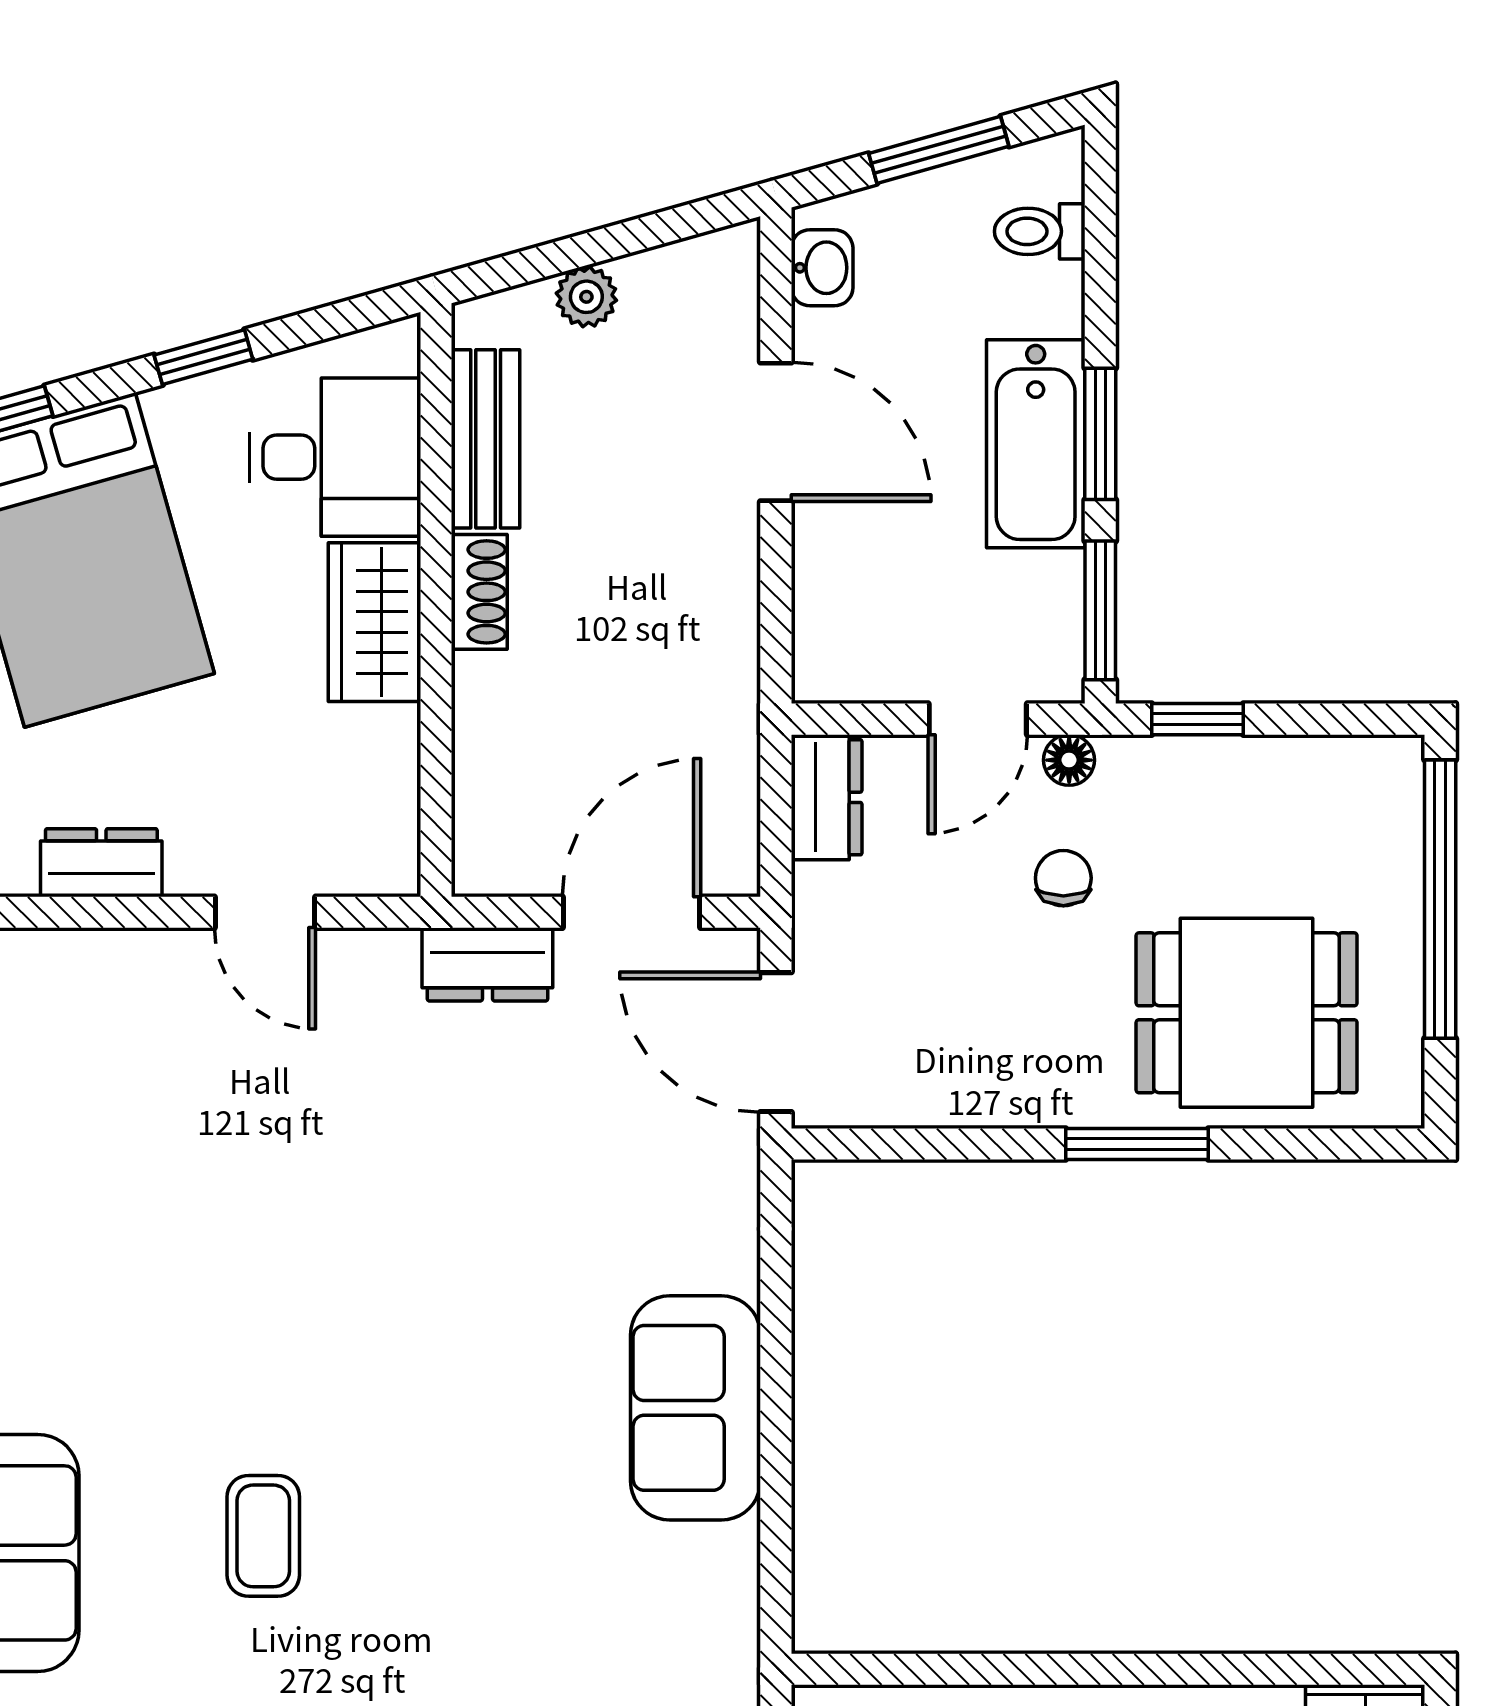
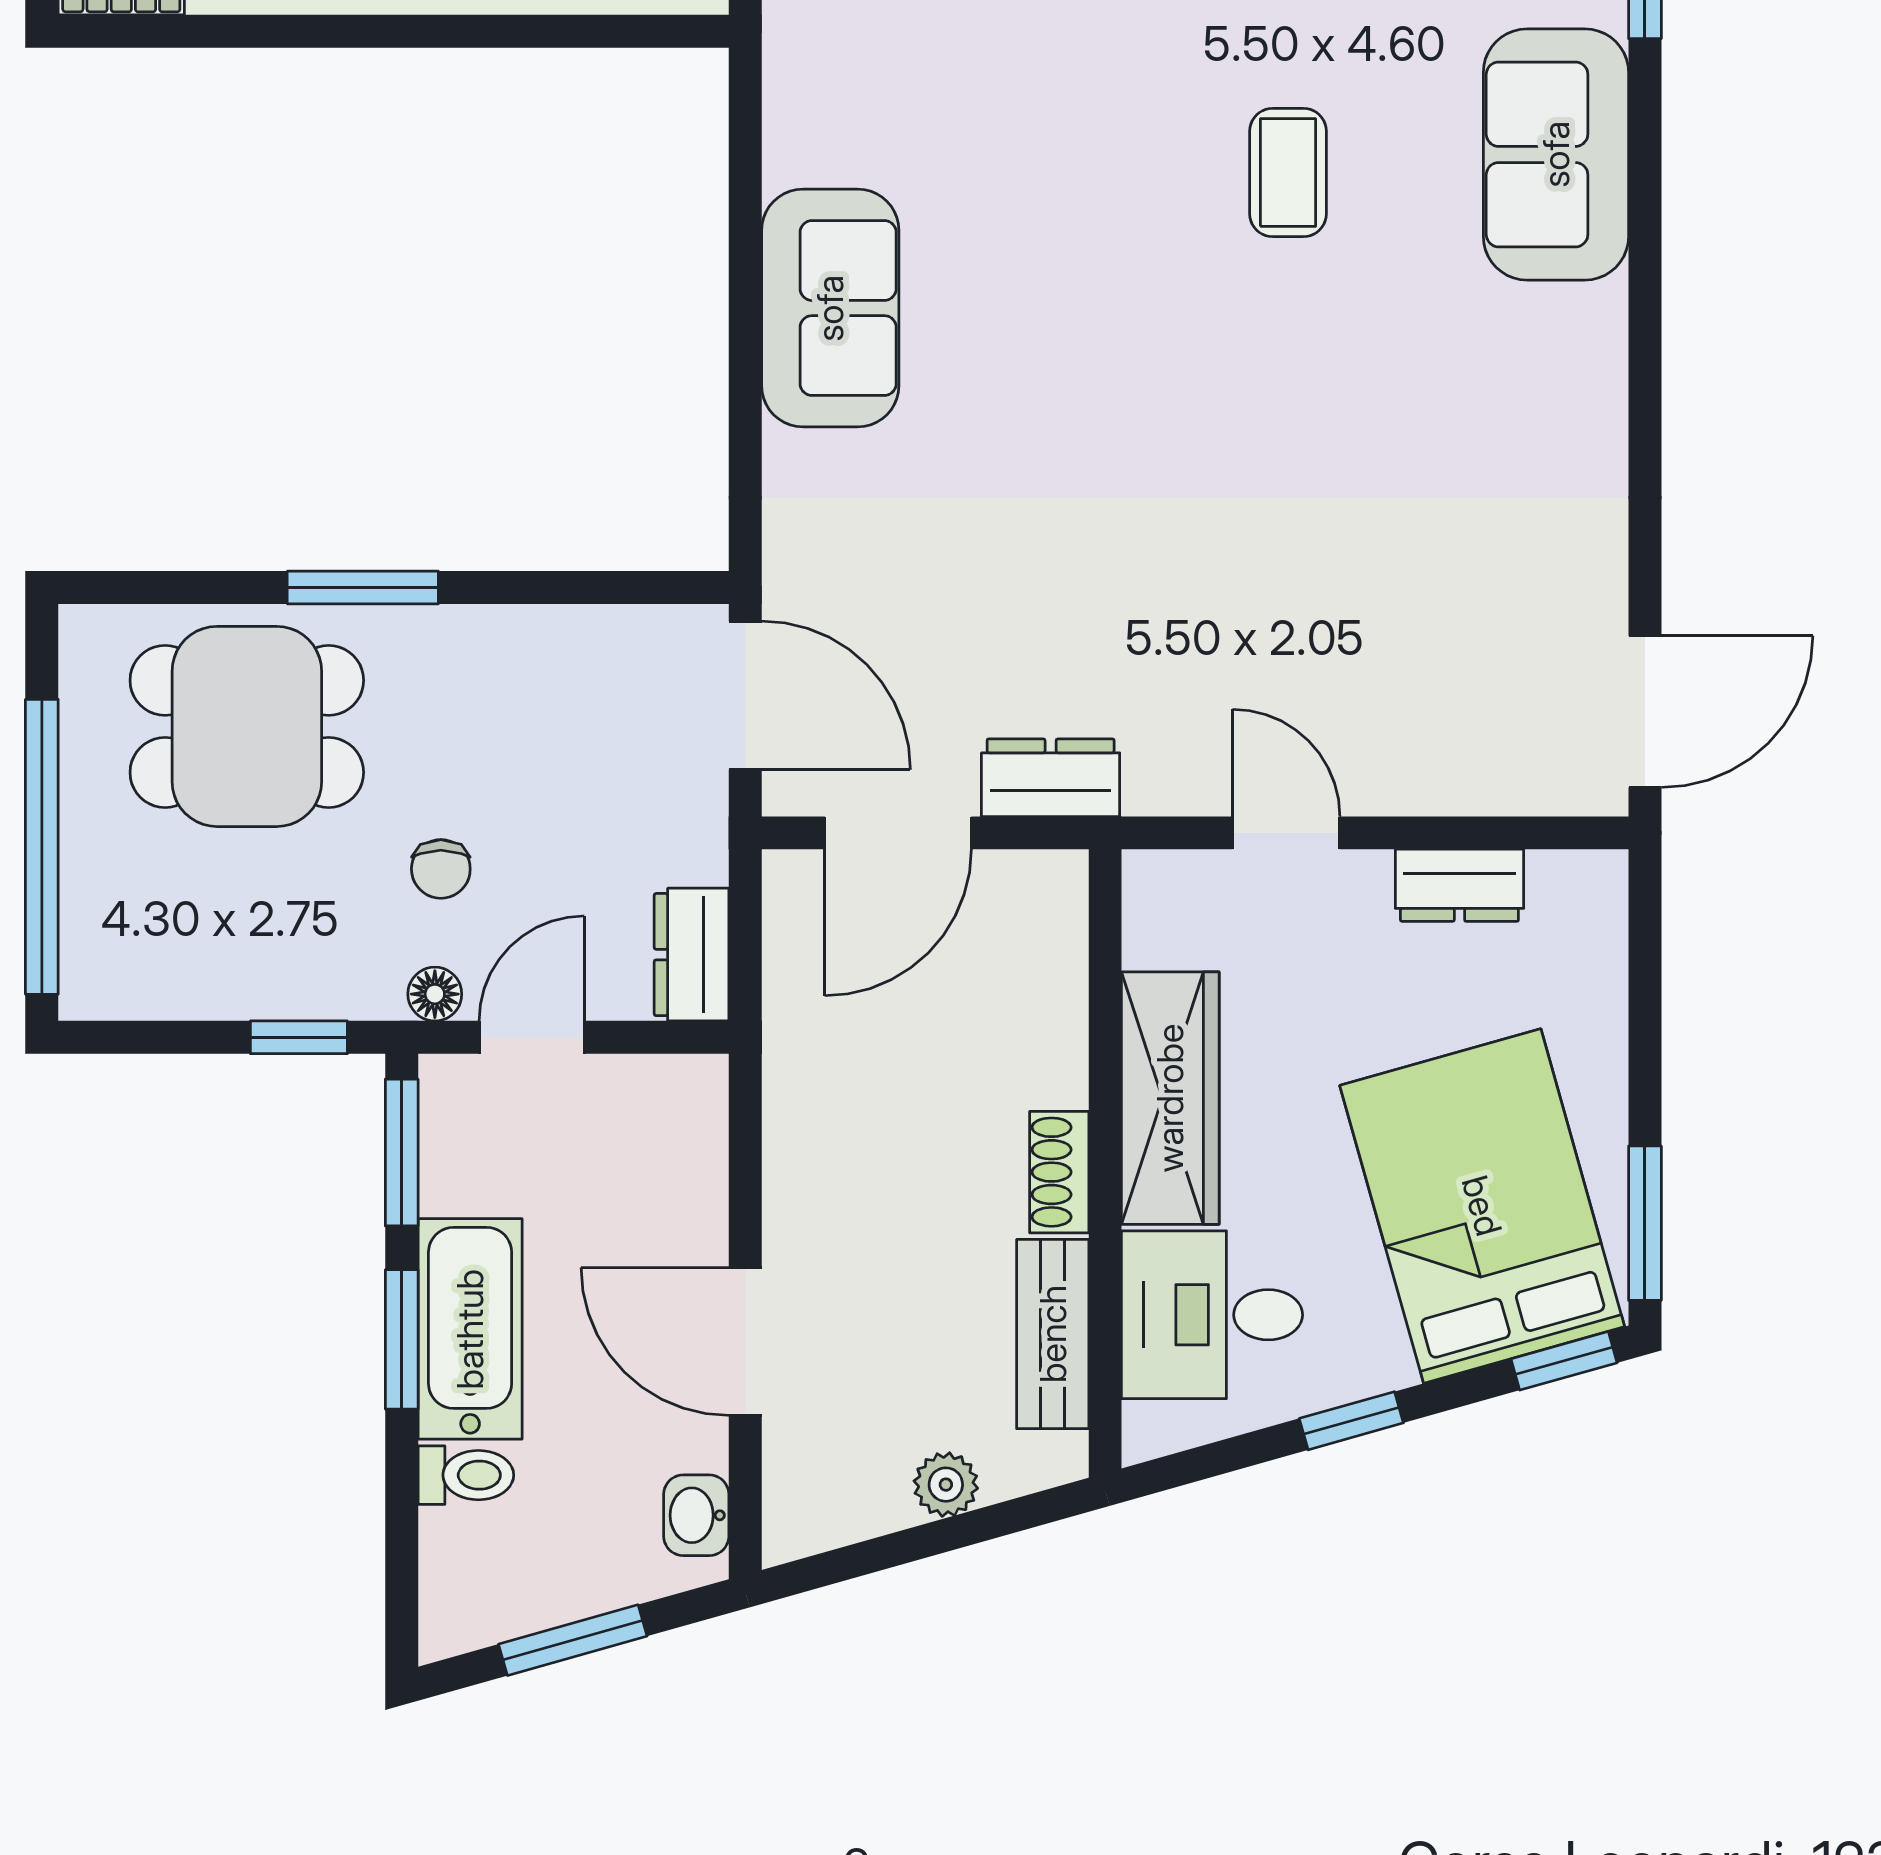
toilet: (1040, 231) -> (466, 1475), moved
wardrobe: (374, 622) -> (1170, 1098), width x1.50

